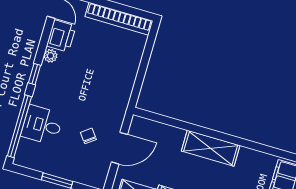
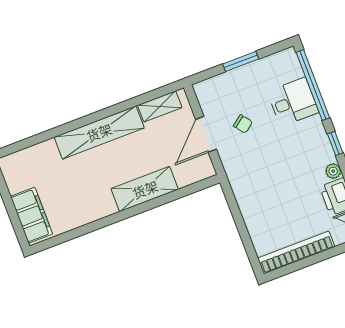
shelving: (211, 148) -> (145, 189), moved

